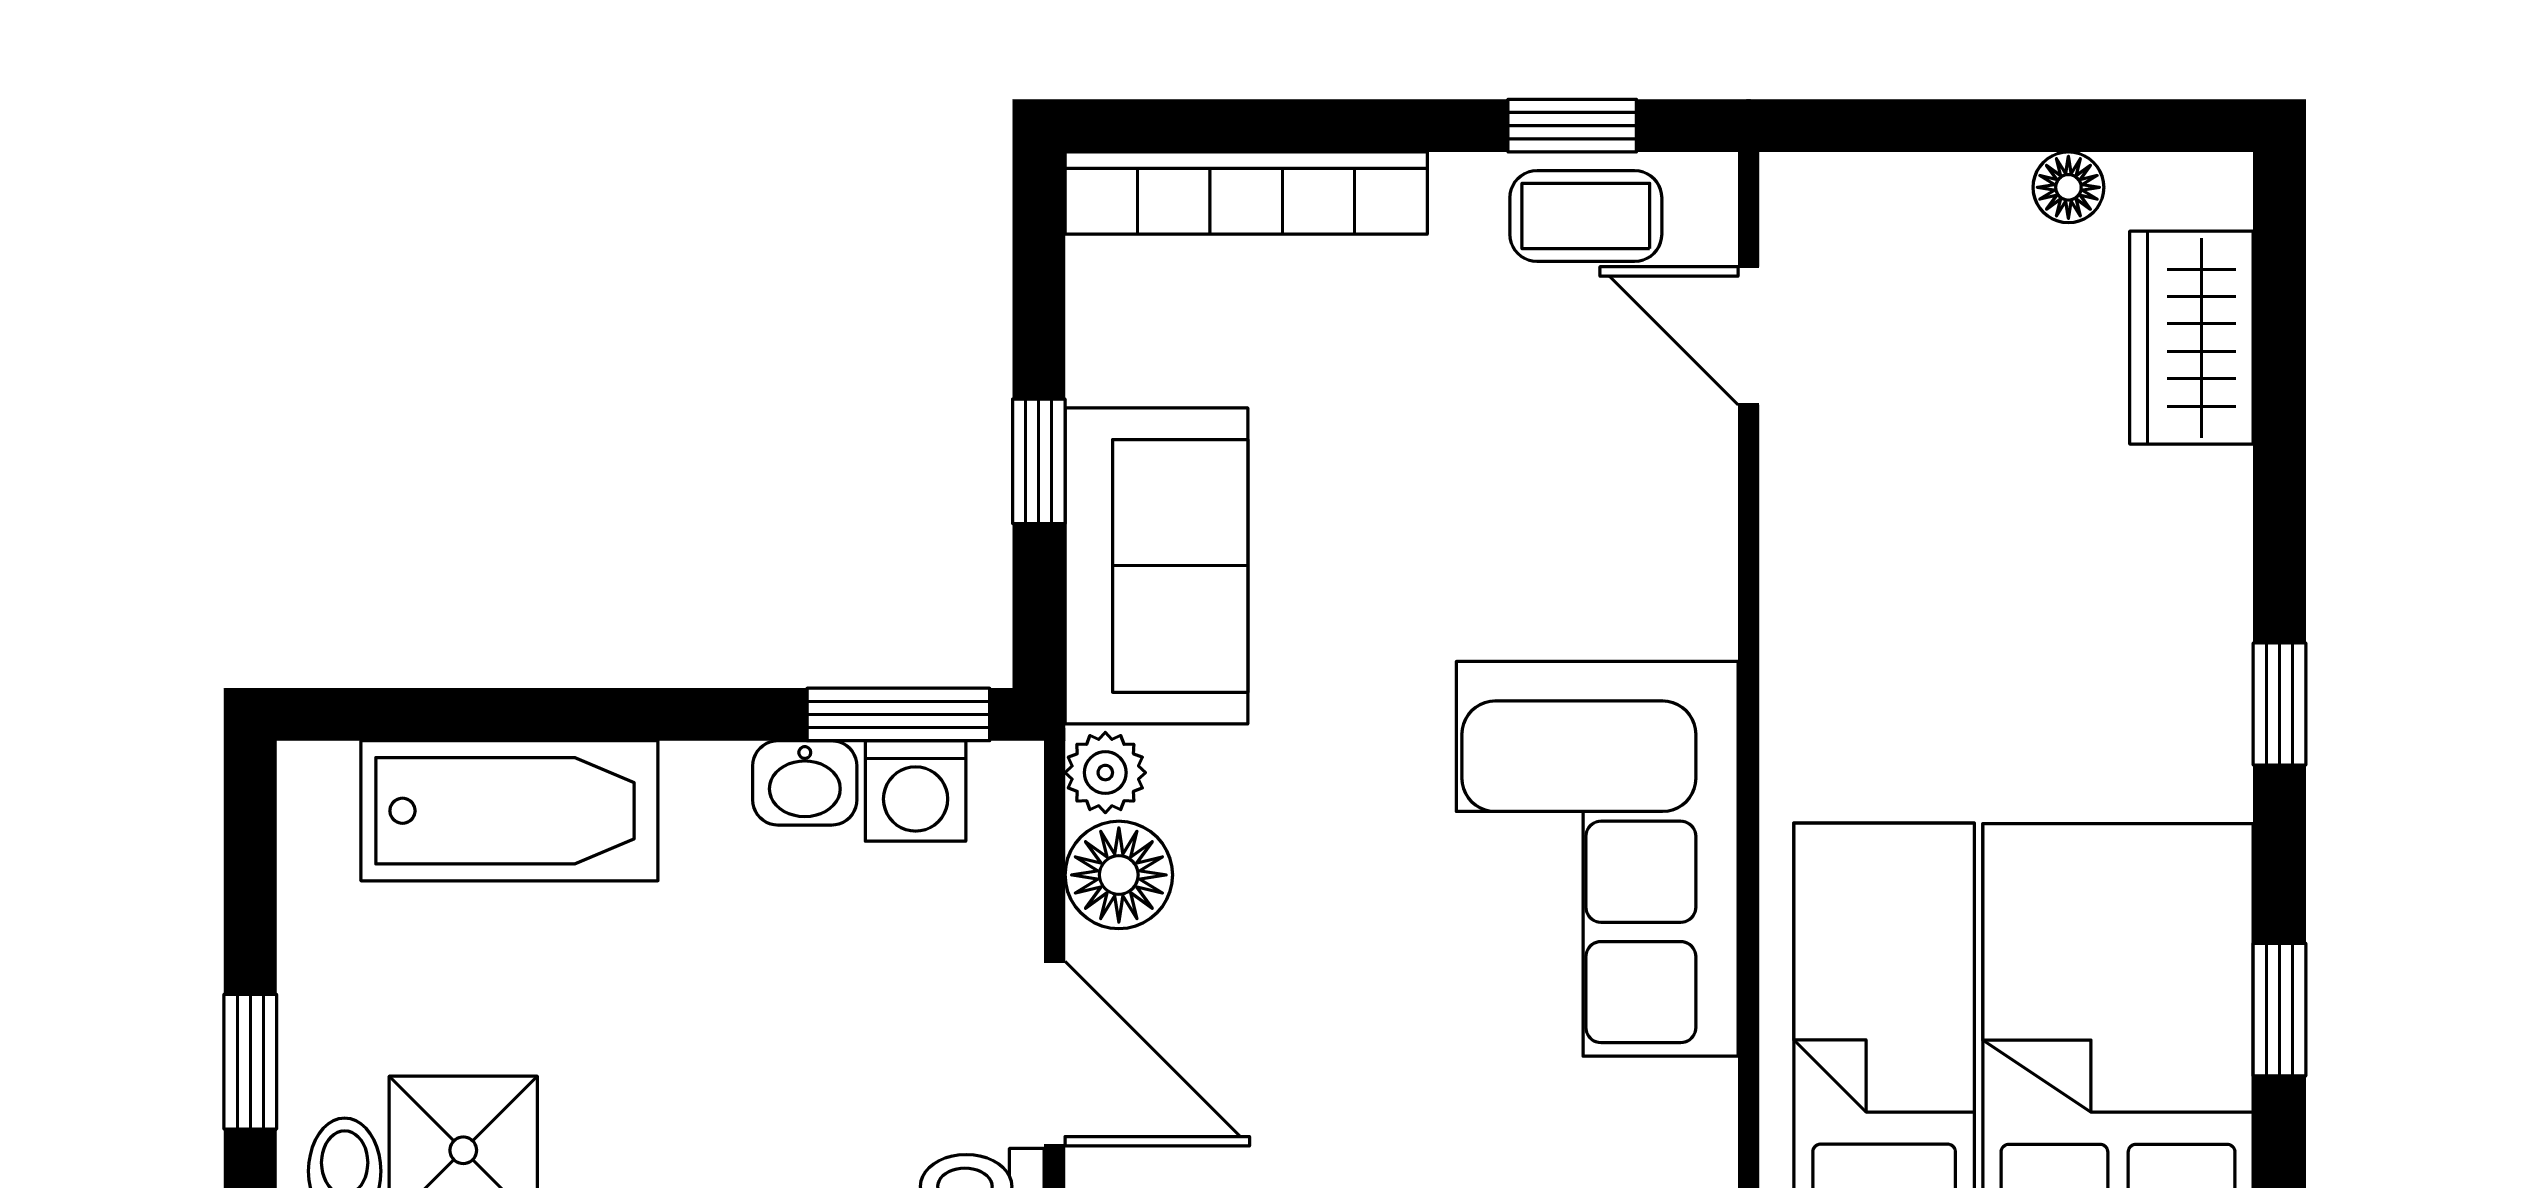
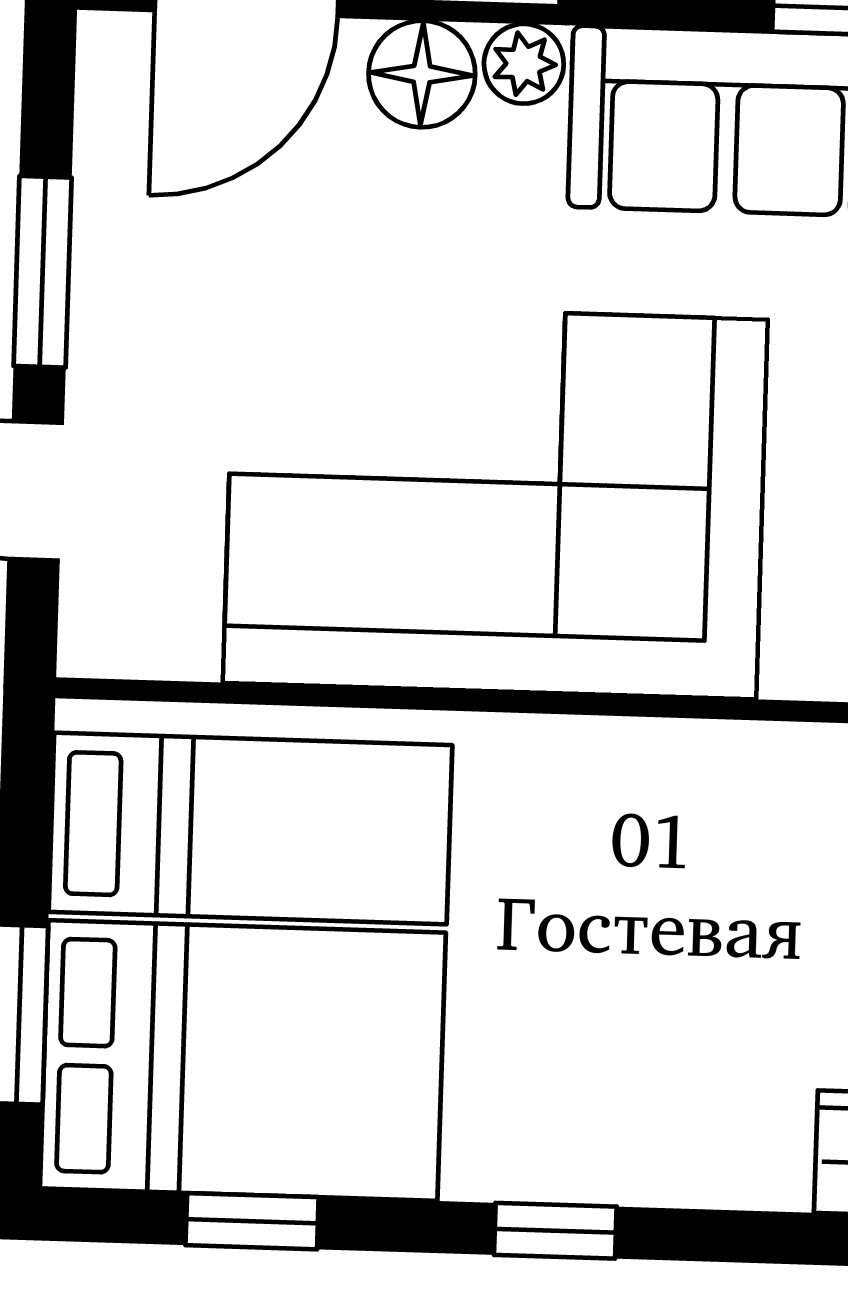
corner sofa: (1597, 859) -> (495, 501), width x1.36, depth x1.36

